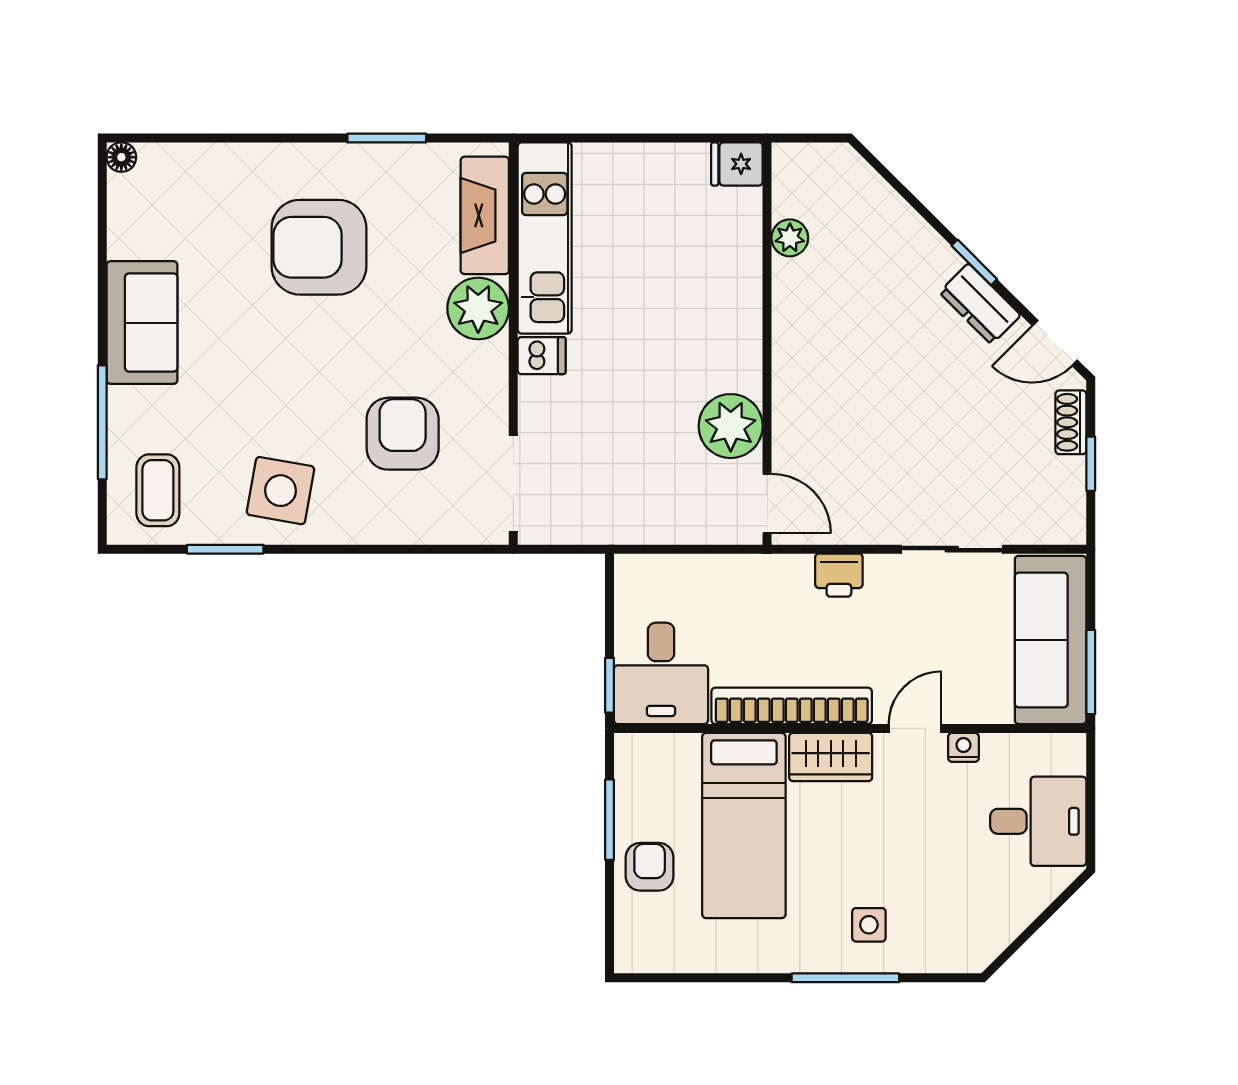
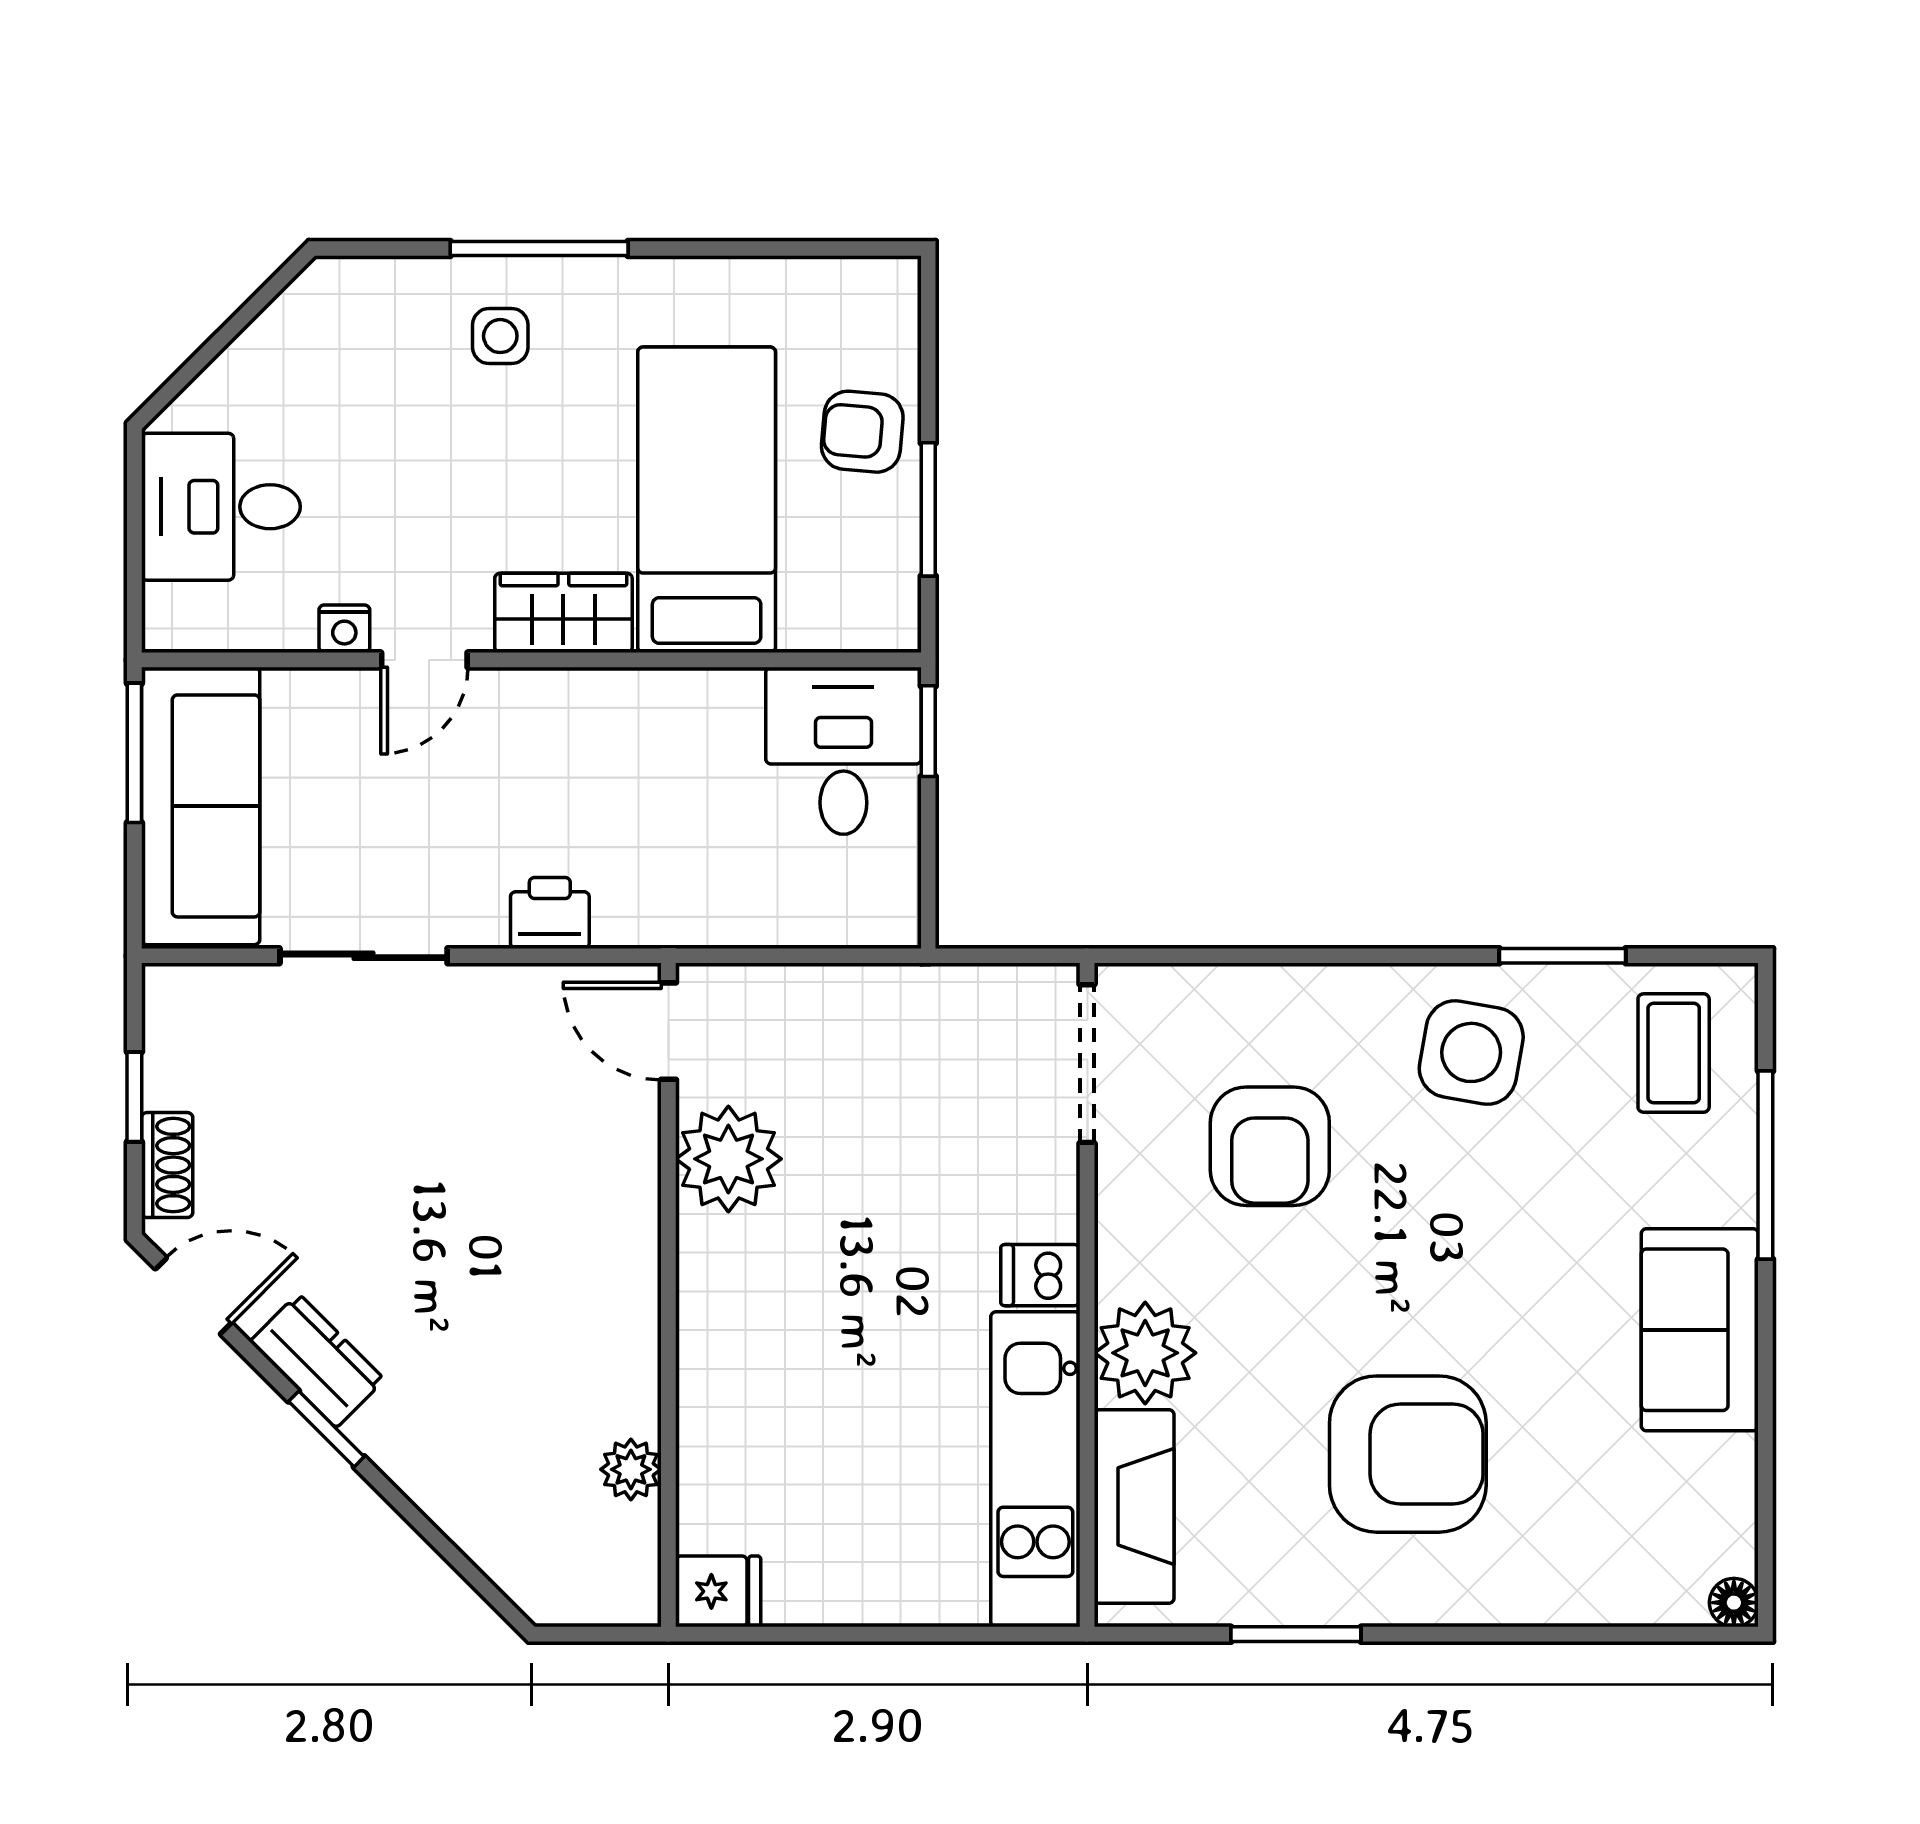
bookcase: (792, 706) -> (628, 697), removed
armchair: (650, 867) -> (862, 432), turned 95

